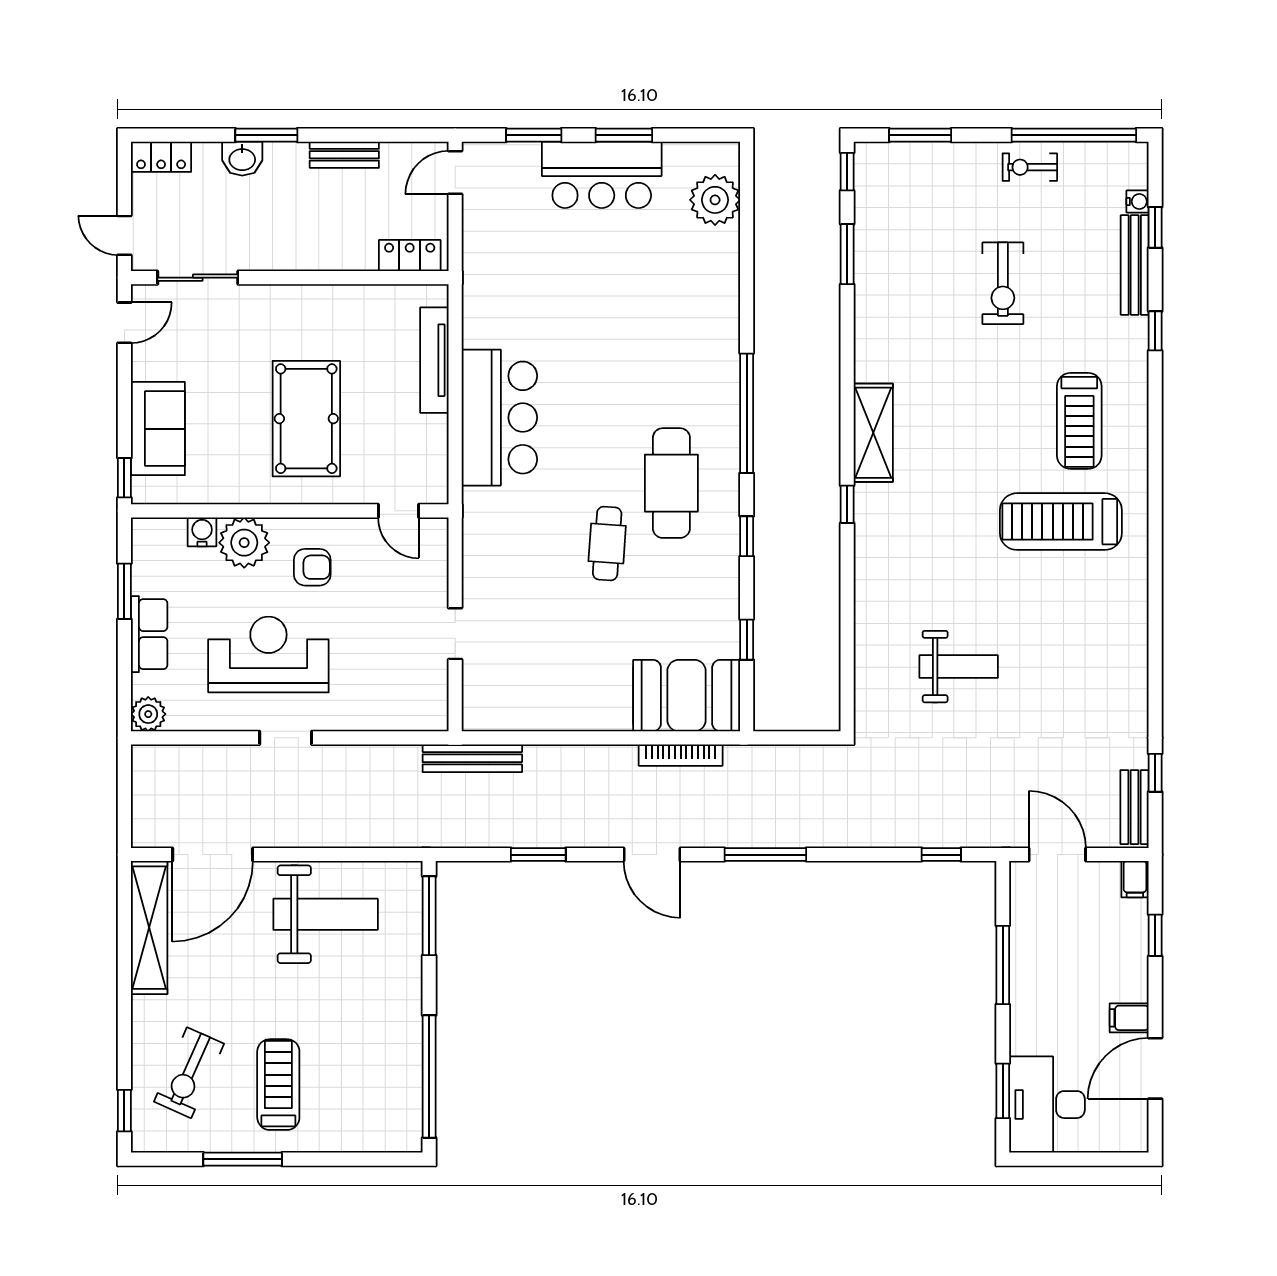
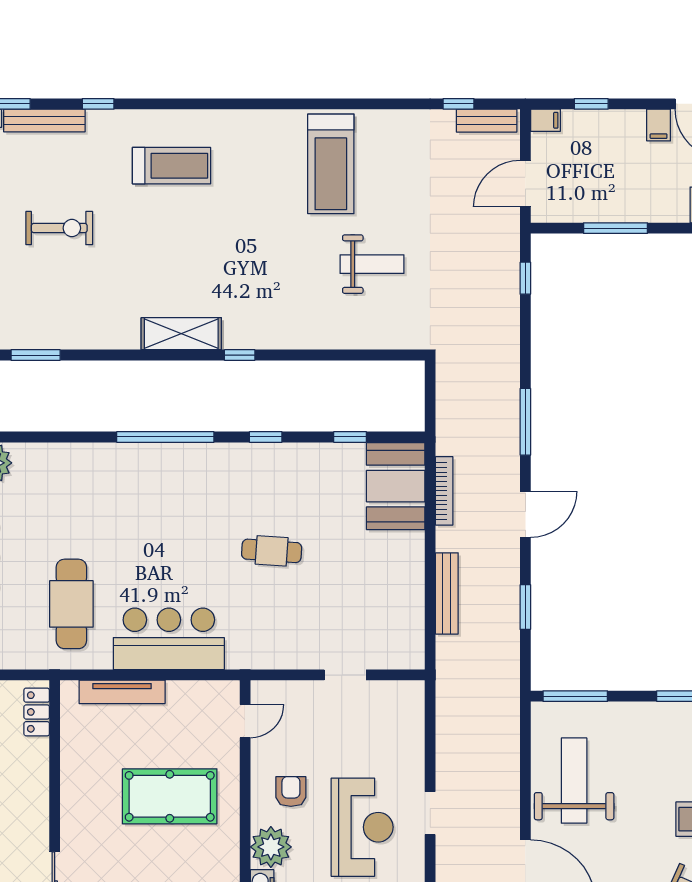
cafe table: (671, 483) -> (71, 604), moved, turned 90
treadmill: (1061, 522) -> (331, 164), moved
reception desk: (268, 654) -> (362, 827), turned 180
weight bench: (959, 667) -> (372, 264), turned 90
bench: (472, 758) -> (447, 593), moved

